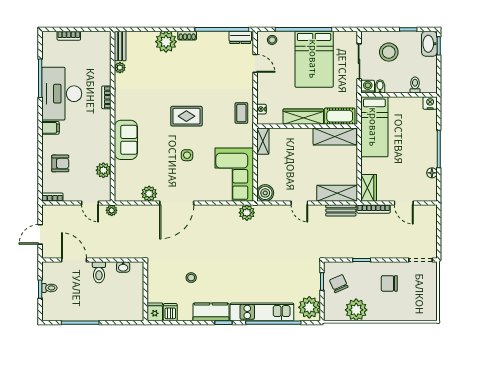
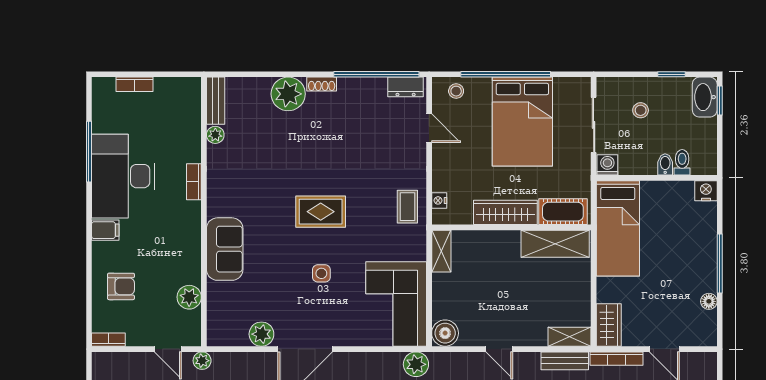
stool: (389, 52) -> (641, 110), width x0.53, depth x0.53
bidet: (380, 86) -> (665, 164), moved
shelving: (337, 193) -> (570, 337), width x0.67, depth x0.75

